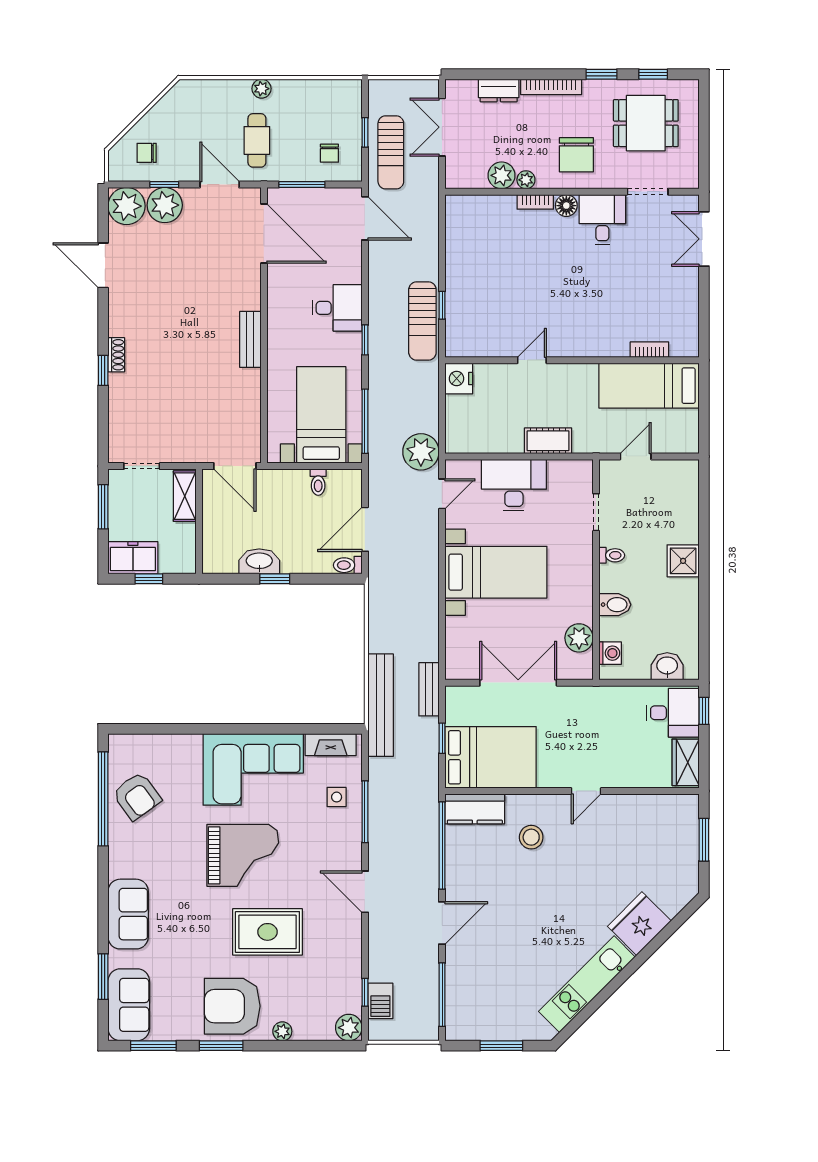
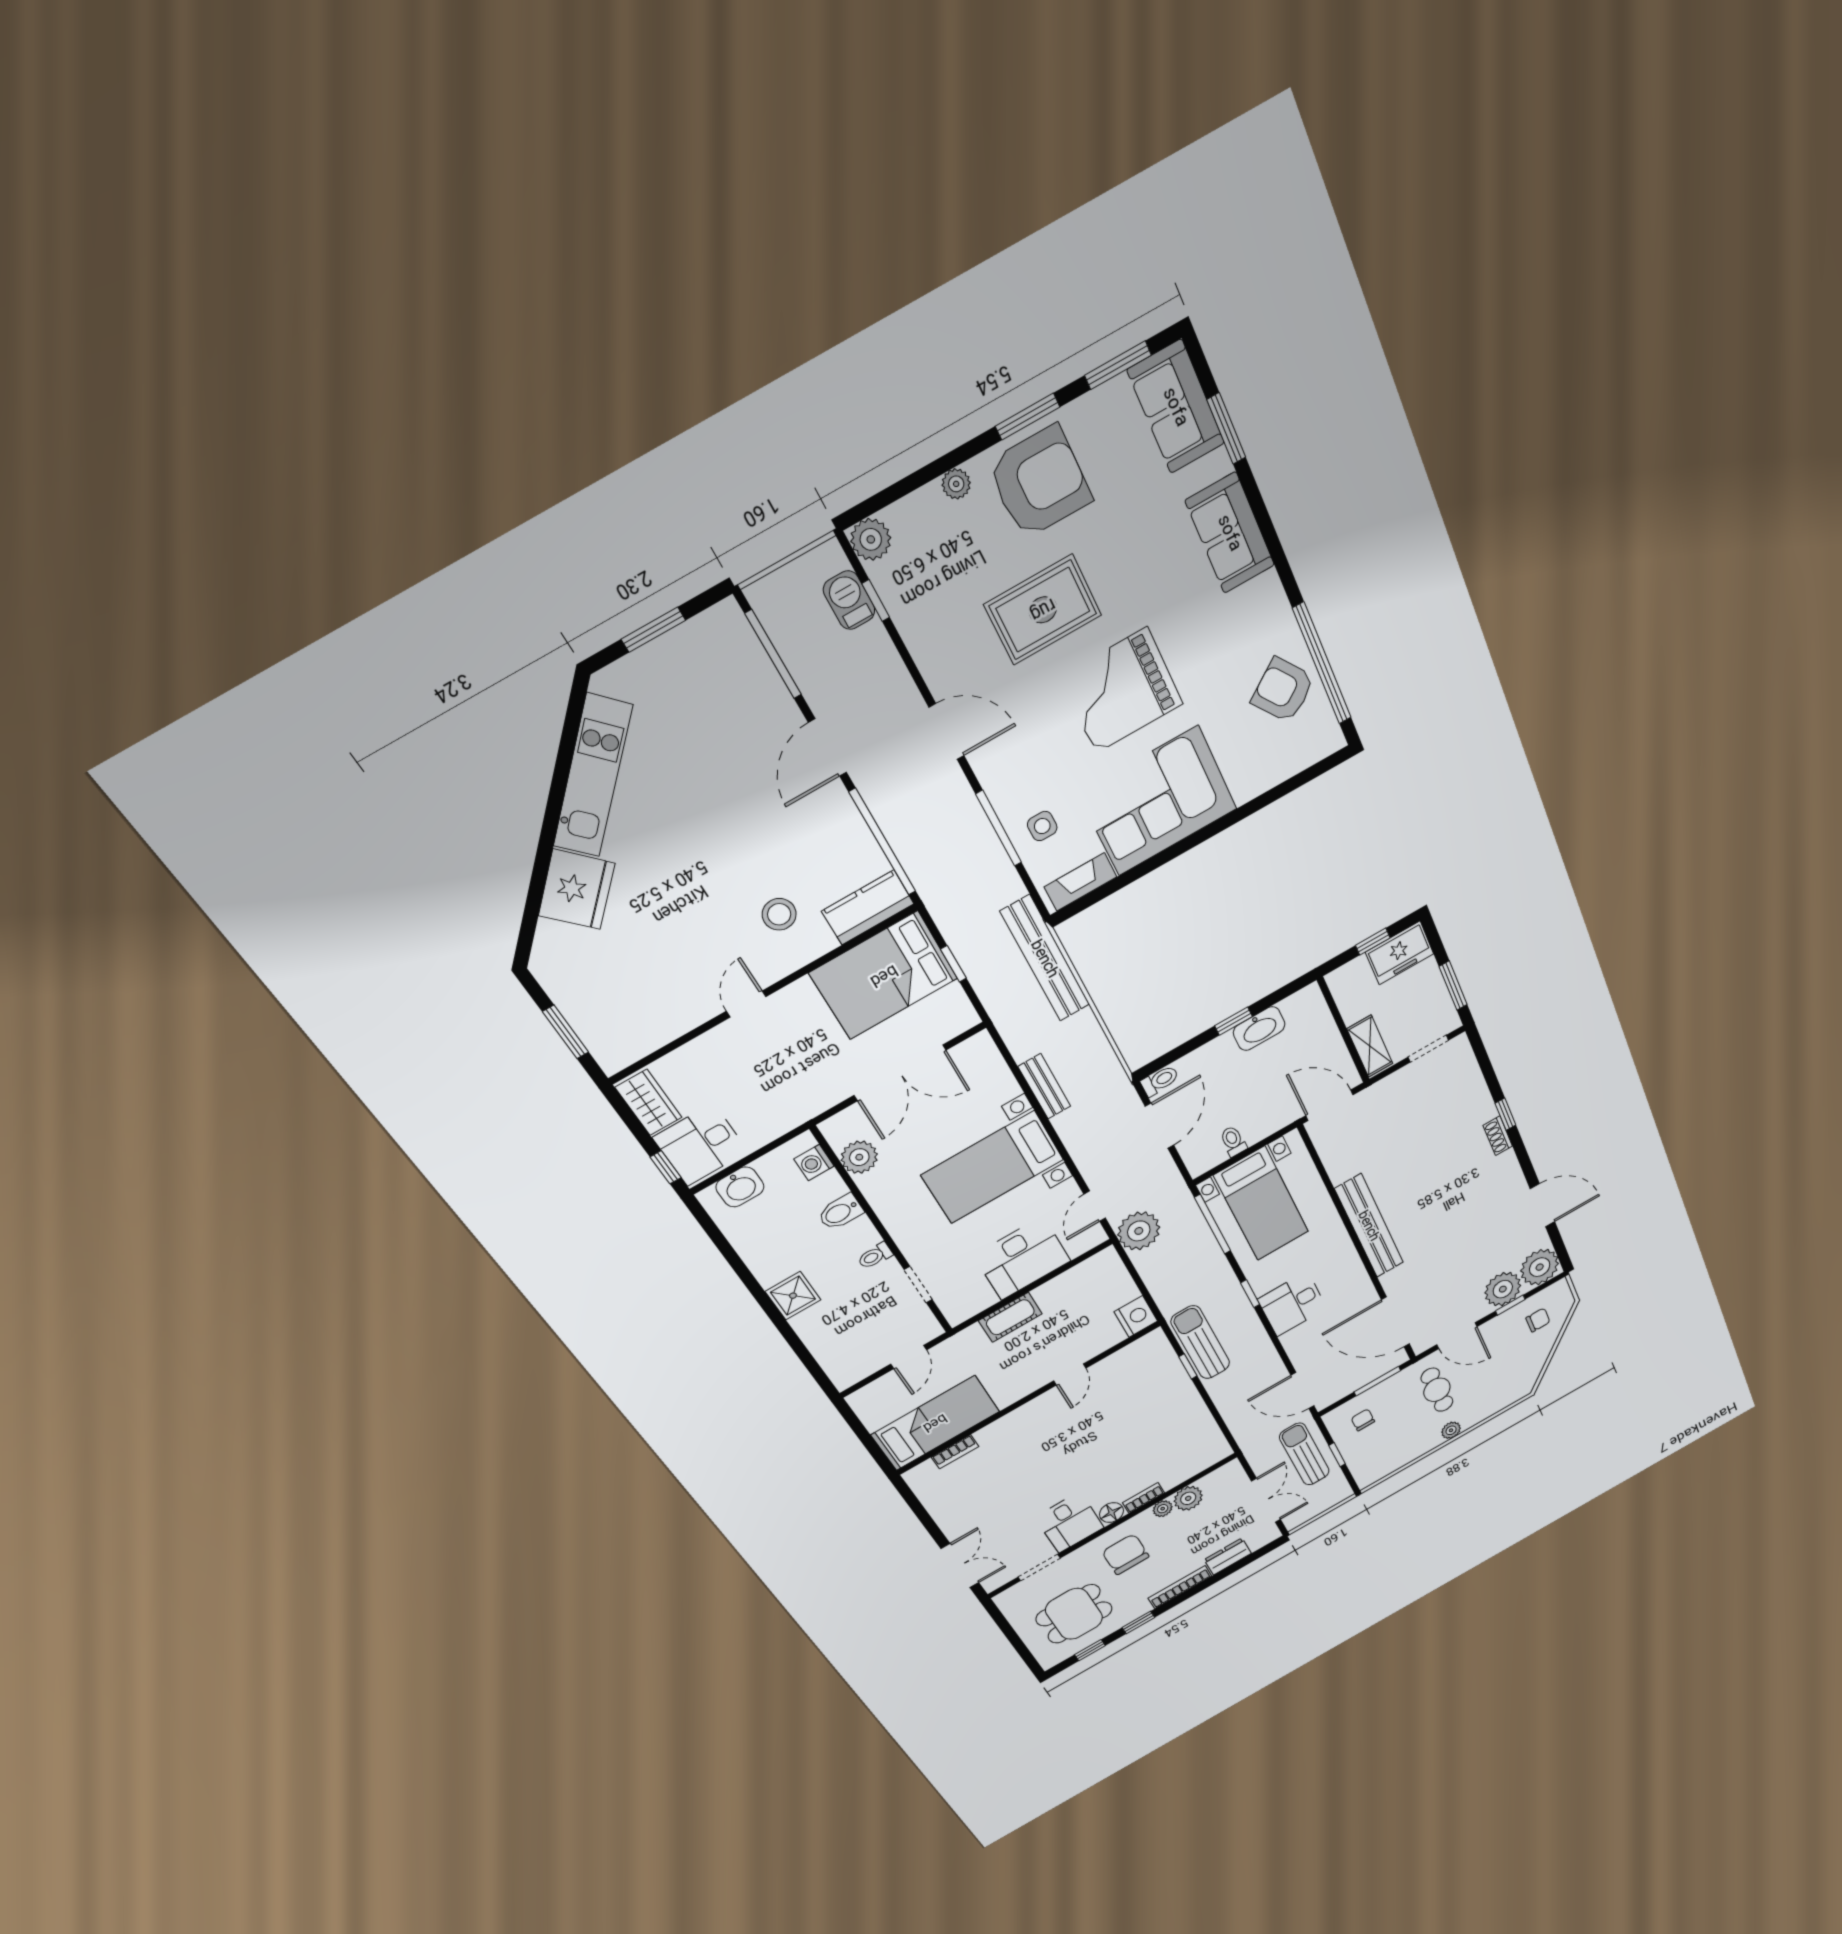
bench: (250, 339) -> (1369, 1226), width x1.86, depth x1.21
bench: (429, 689) -> (1044, 1086), moved

